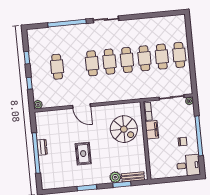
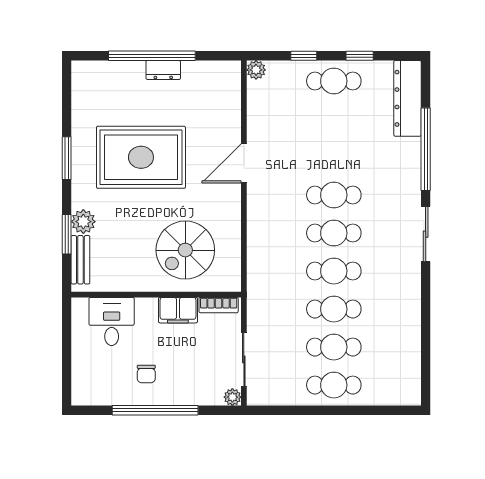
dresser: (44, 34) -> (408, 98), added
cafe table: (57, 67) -> (334, 81), moved
rug: (83, 154) -> (141, 157), width x1.86, depth x2.06
desk: (188, 165) -> (112, 321), moved, turned 180

